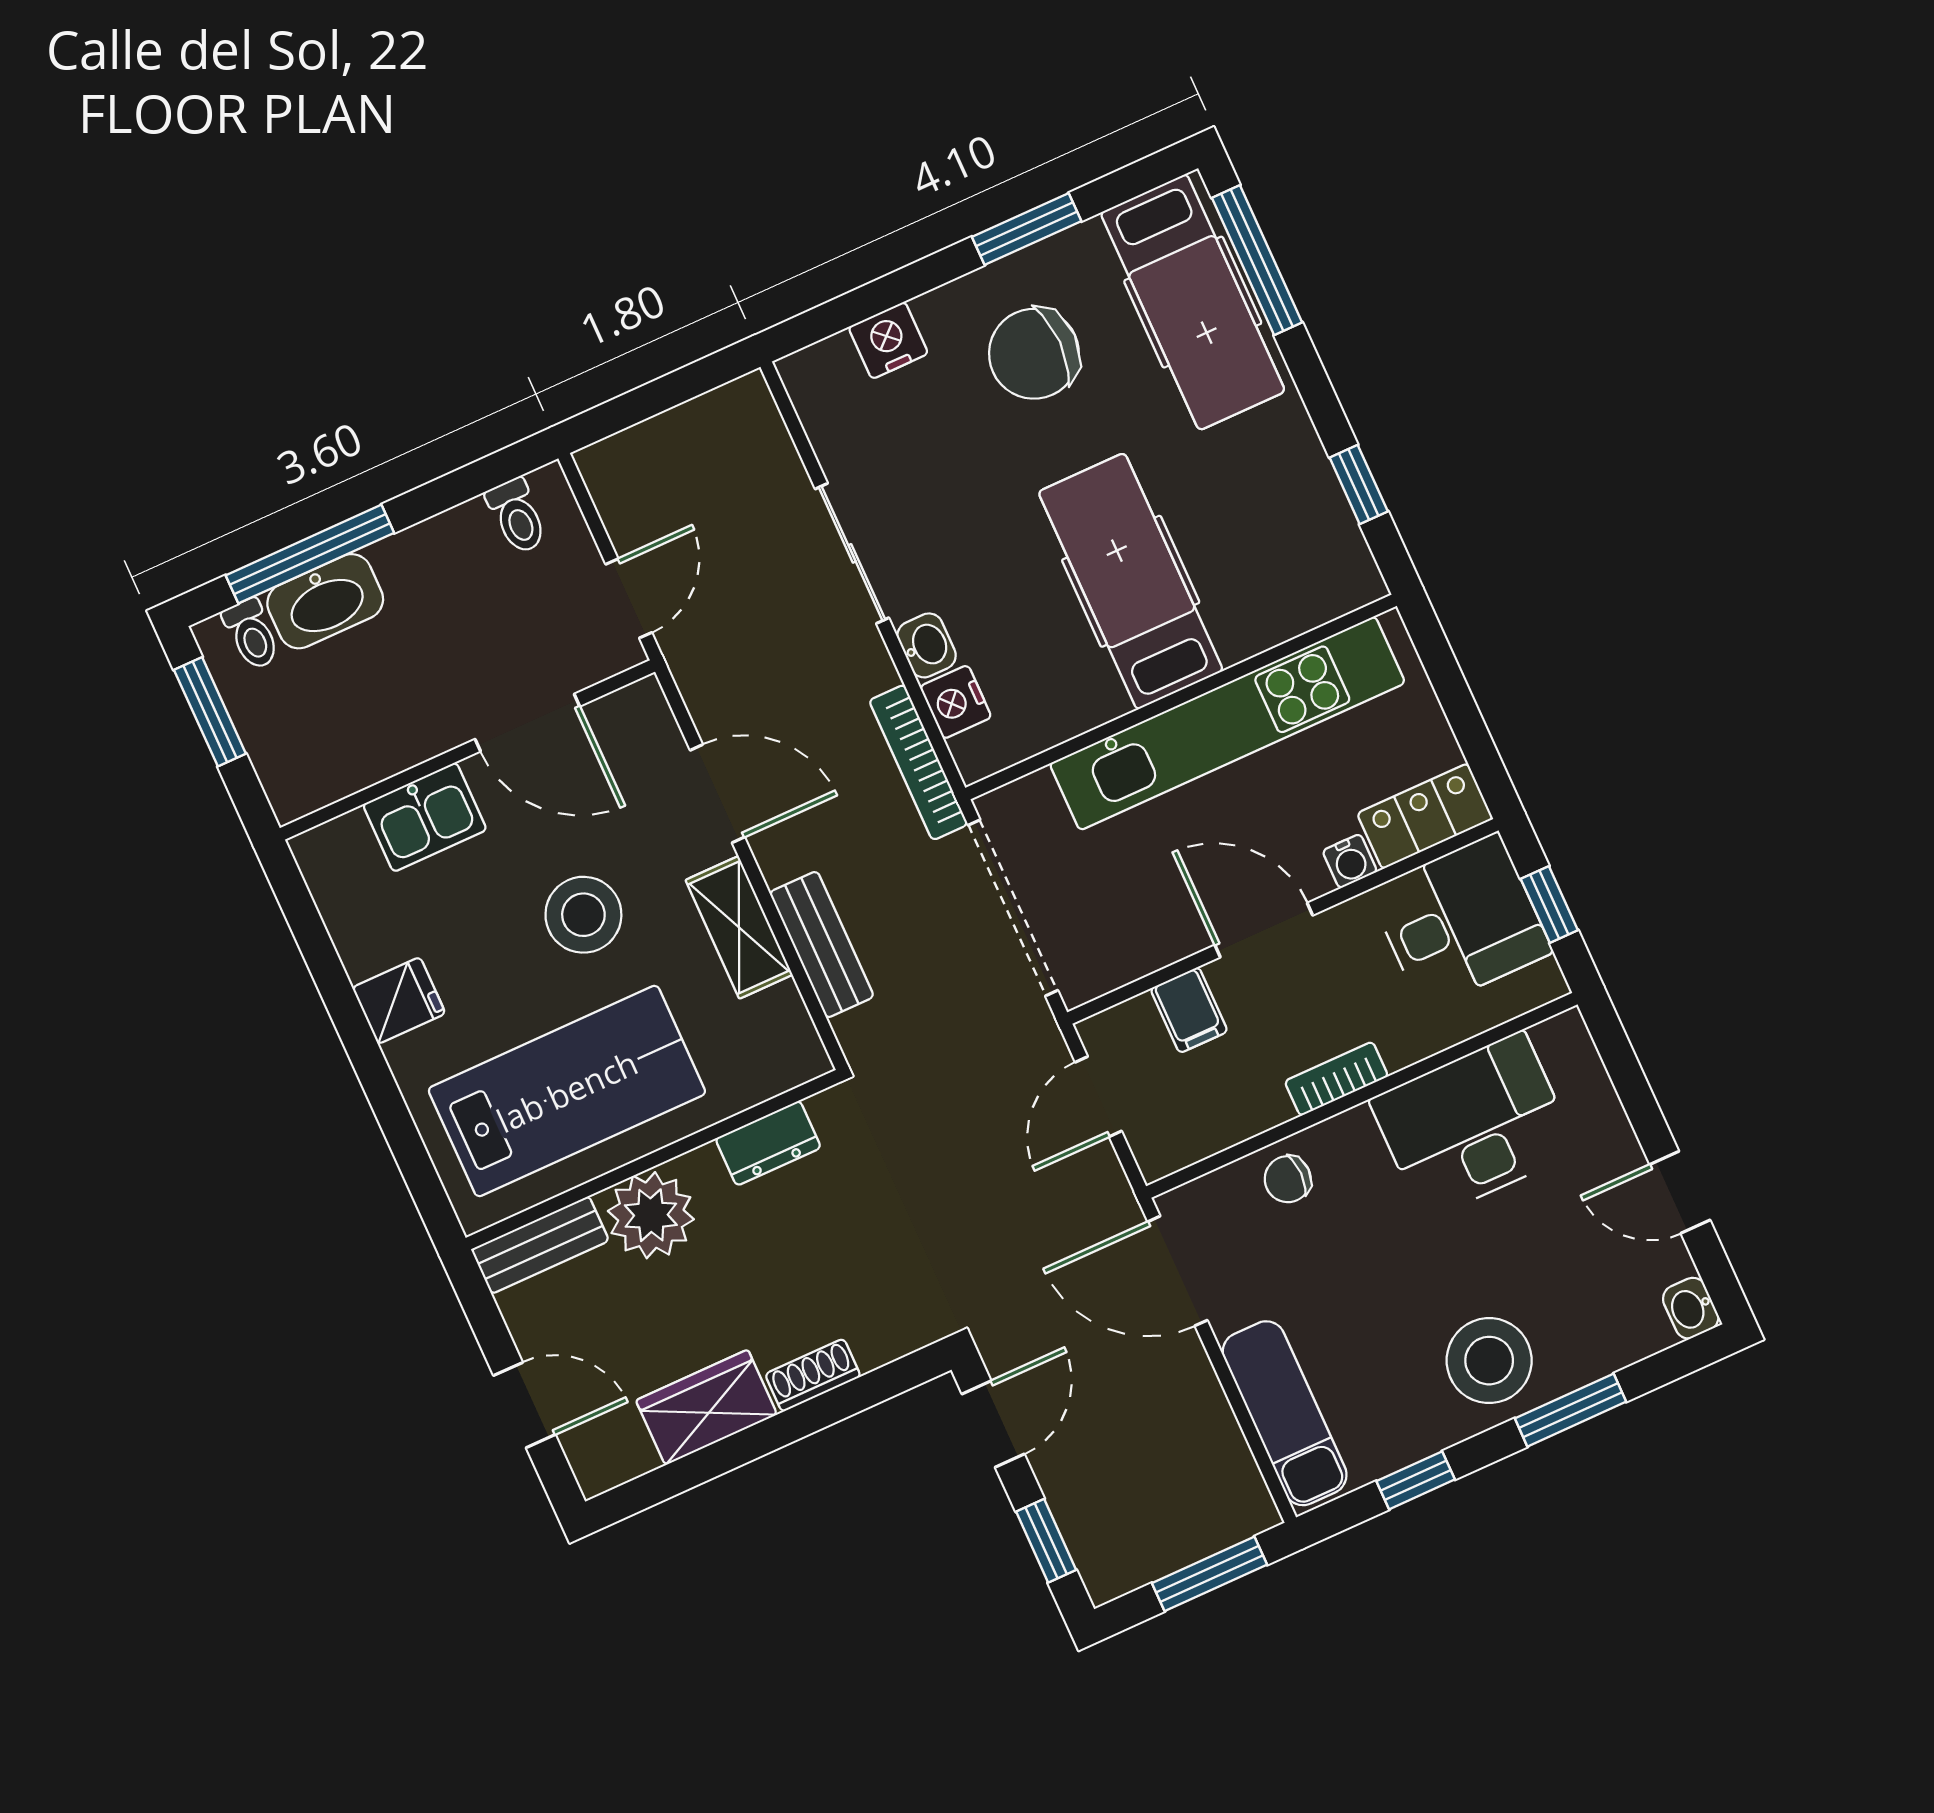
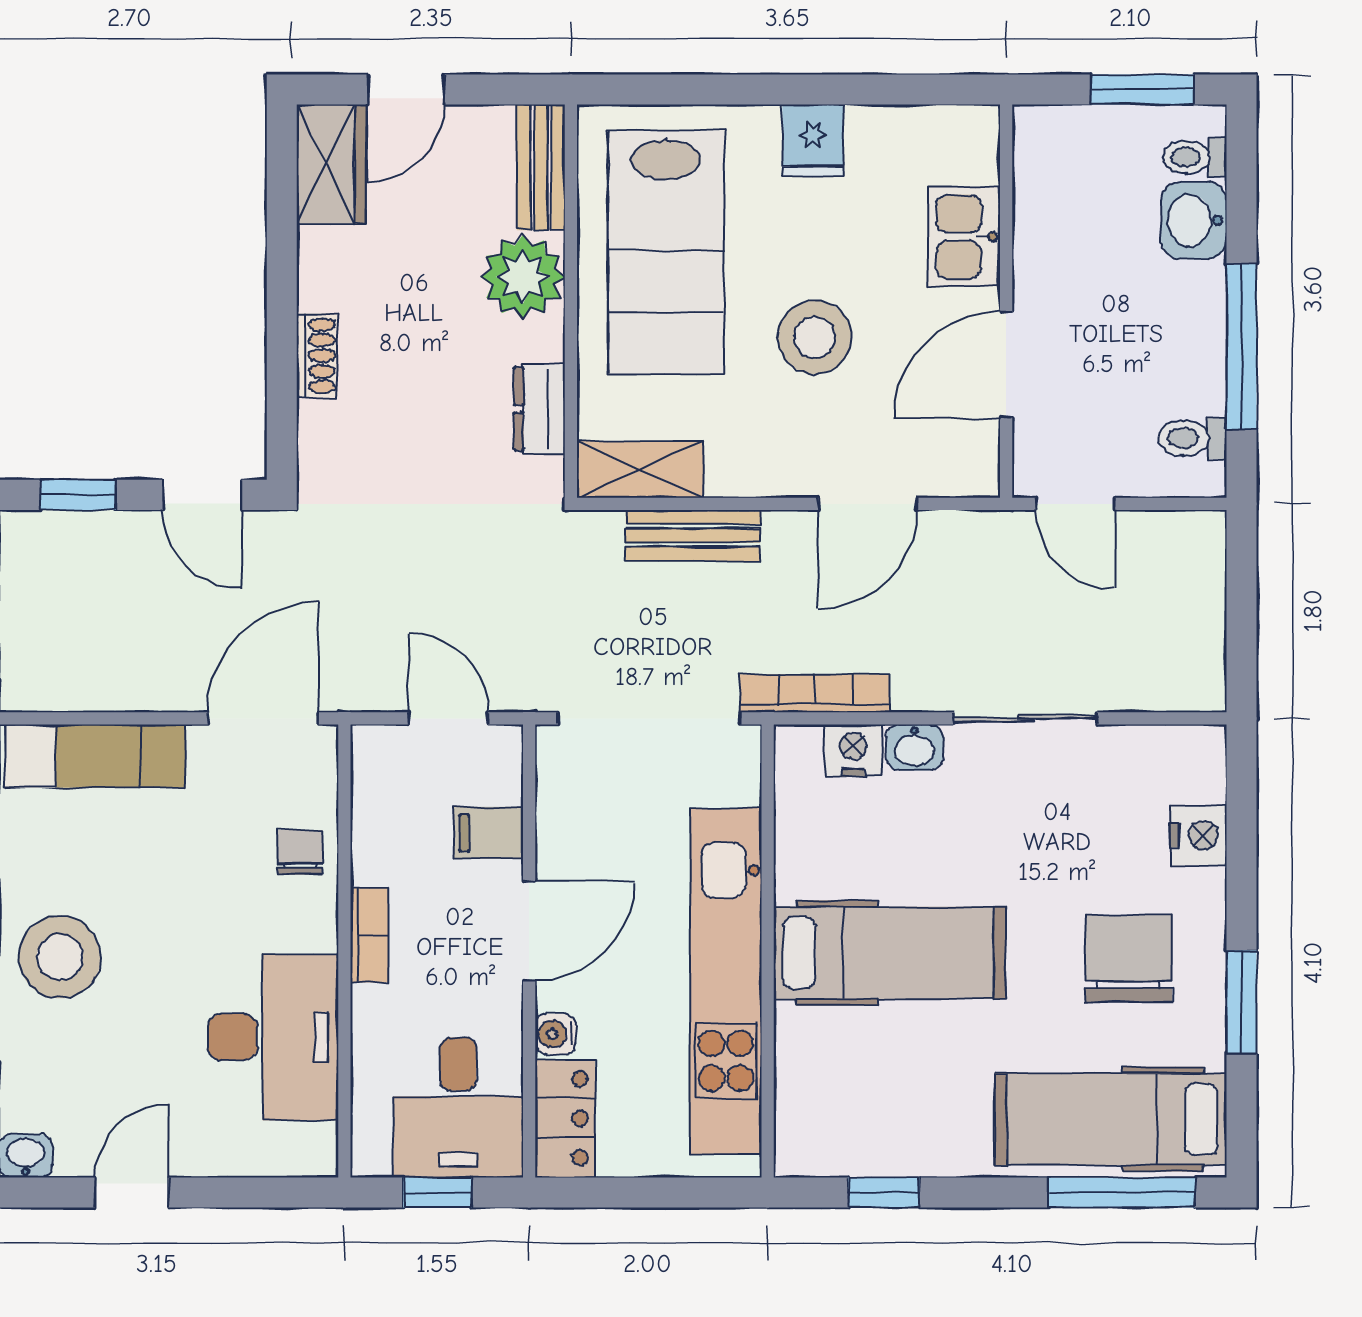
window: (310, 554) -> (1242, 347), moved
washbasin: (325, 601) -> (1194, 220), width x0.72
shelving: (739, 927) -> (640, 469), moved
wardrobe: (707, 1407) -> (331, 164), moved

